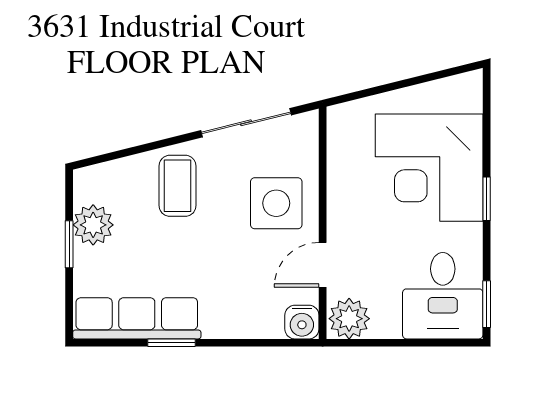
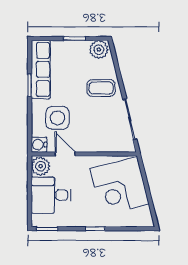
corner desk: (429, 168) -> (119, 186), moved, turned -104
side table: (276, 203) -> (57, 118), moved
plant: (93, 225) -> (99, 50), moved
desk: (443, 296) -> (51, 195), moved

